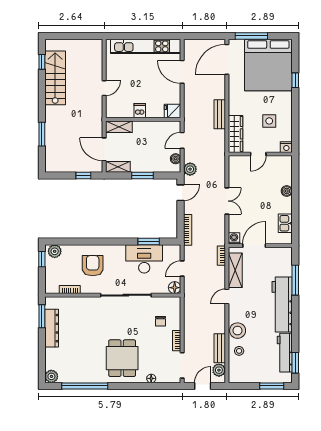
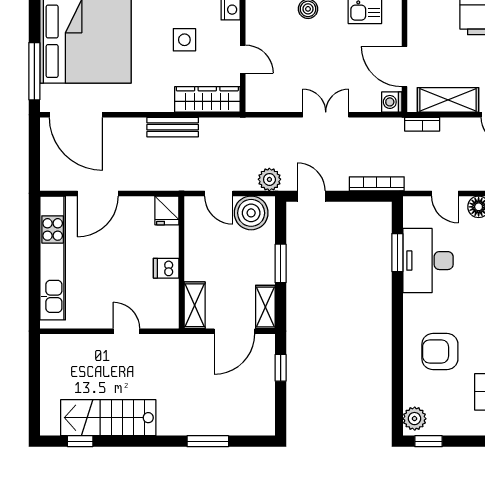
boiler: (176, 159) -> (251, 213), width x1.86, depth x1.86

